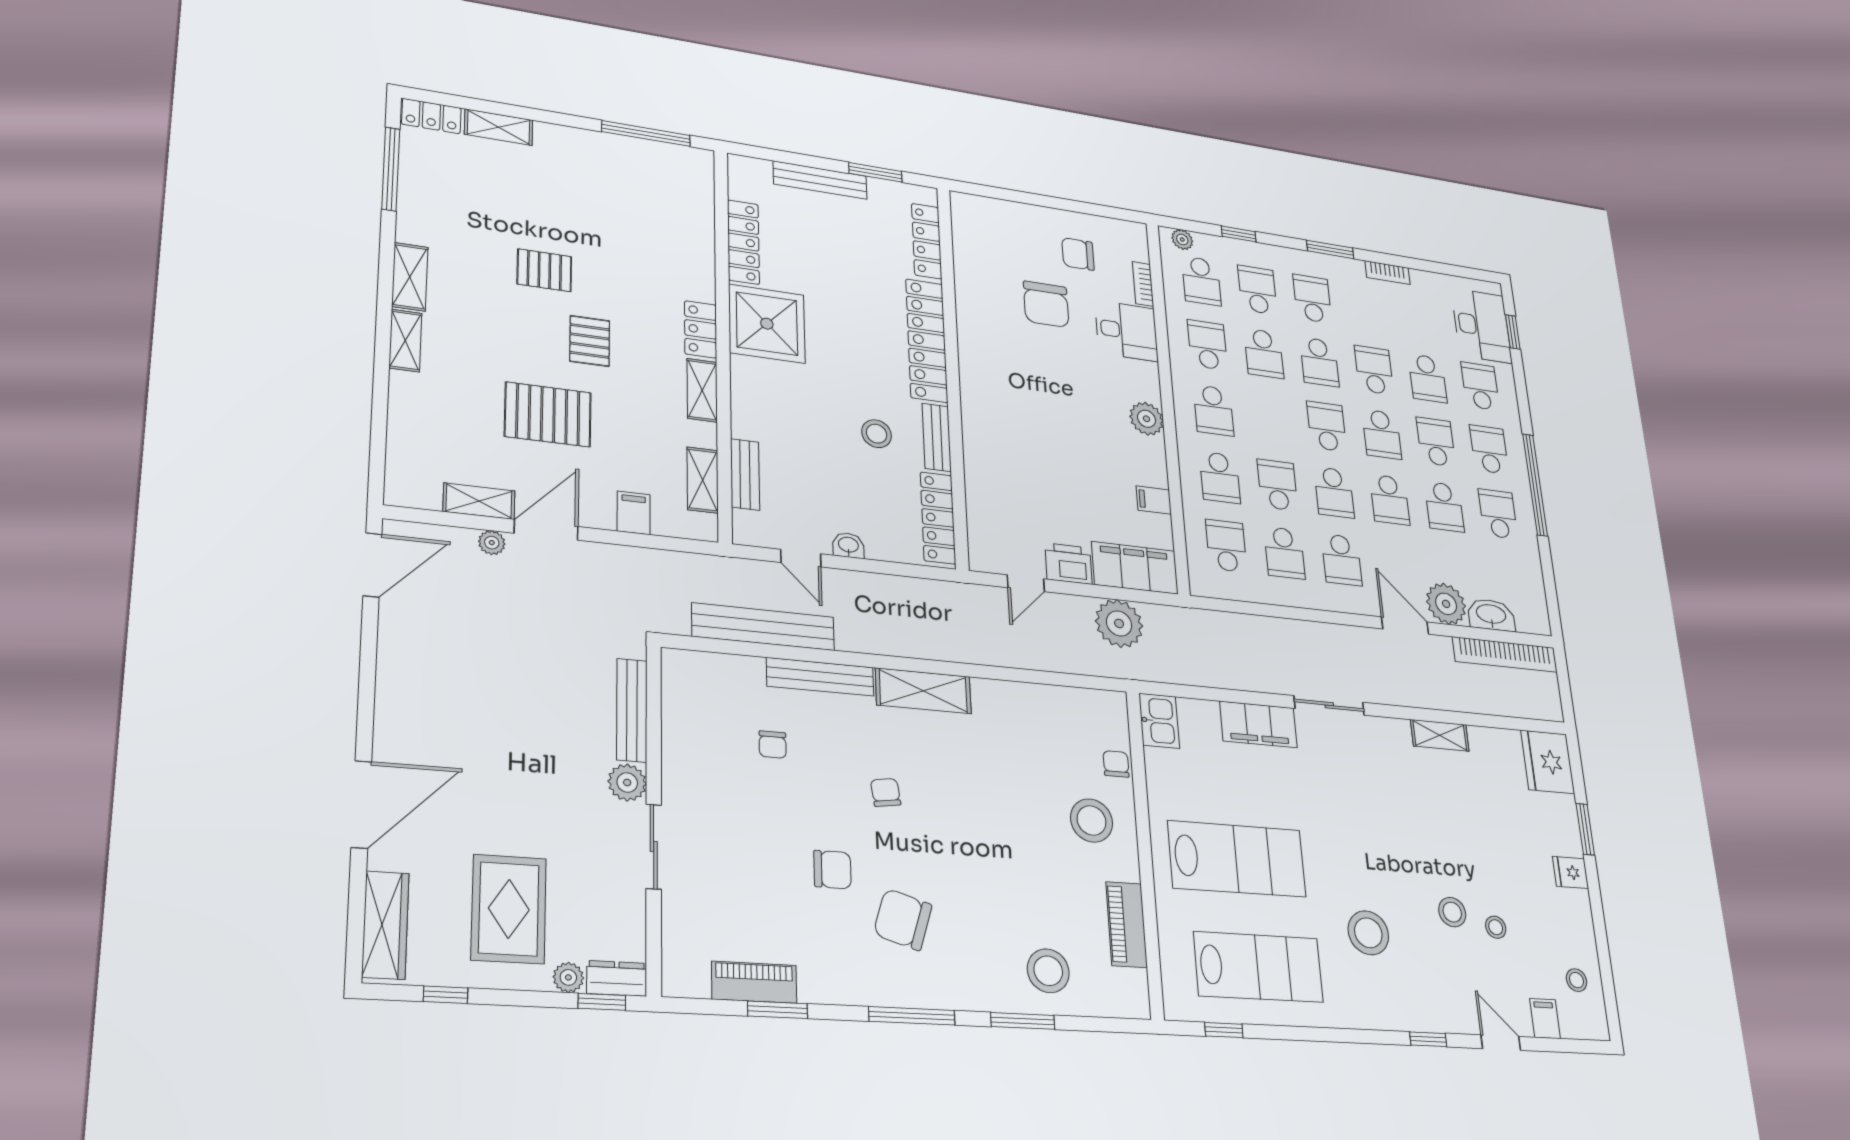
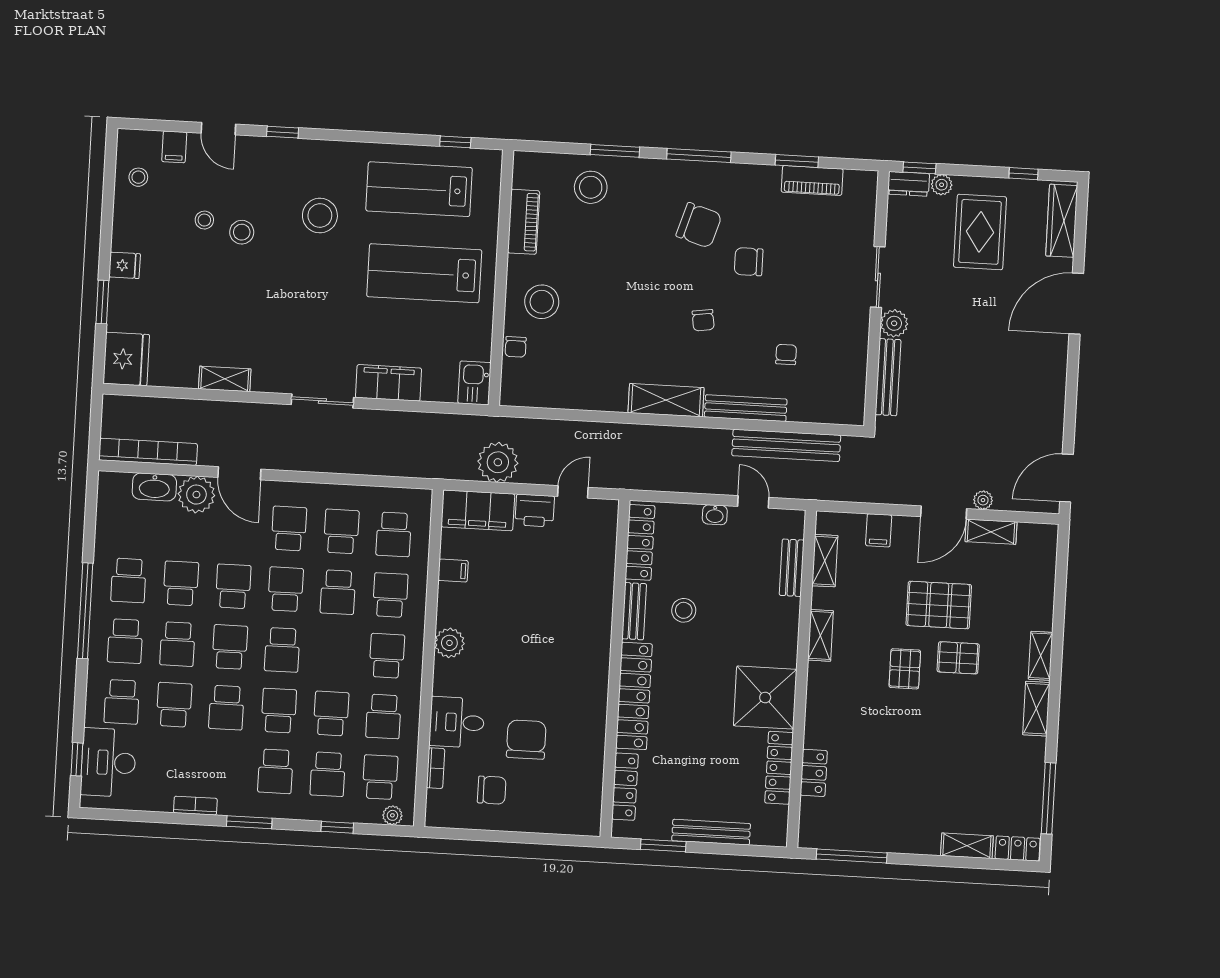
pallet: (544, 270) -> (958, 658), moved
locker: (701, 329) -> (814, 773), moved

